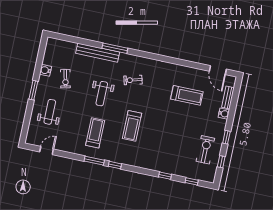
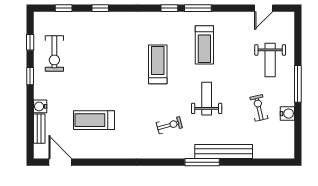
window: (33, 90) -> (298, 84), width x1.44

